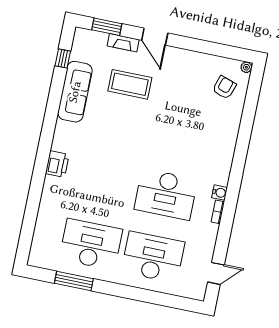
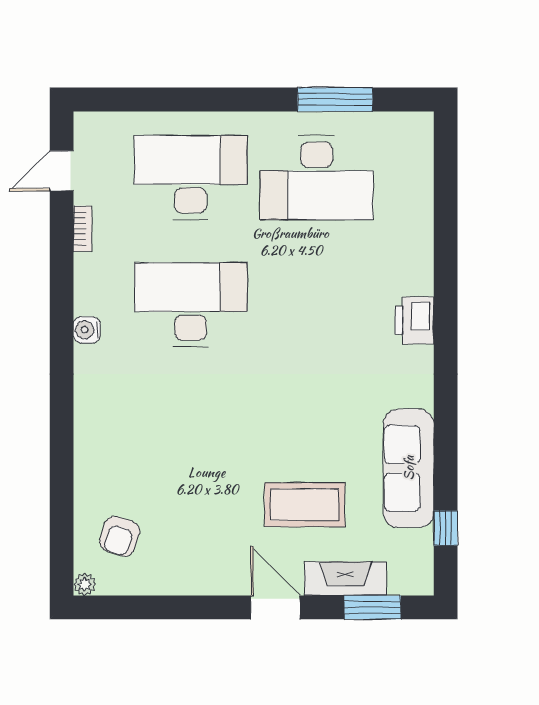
fireplace: (123, 43) -> (345, 579), width x1.37, depth x1.32
bookcase: (218, 212) -> (83, 229), moved
desk: (153, 257) -> (191, 178), turned 180

